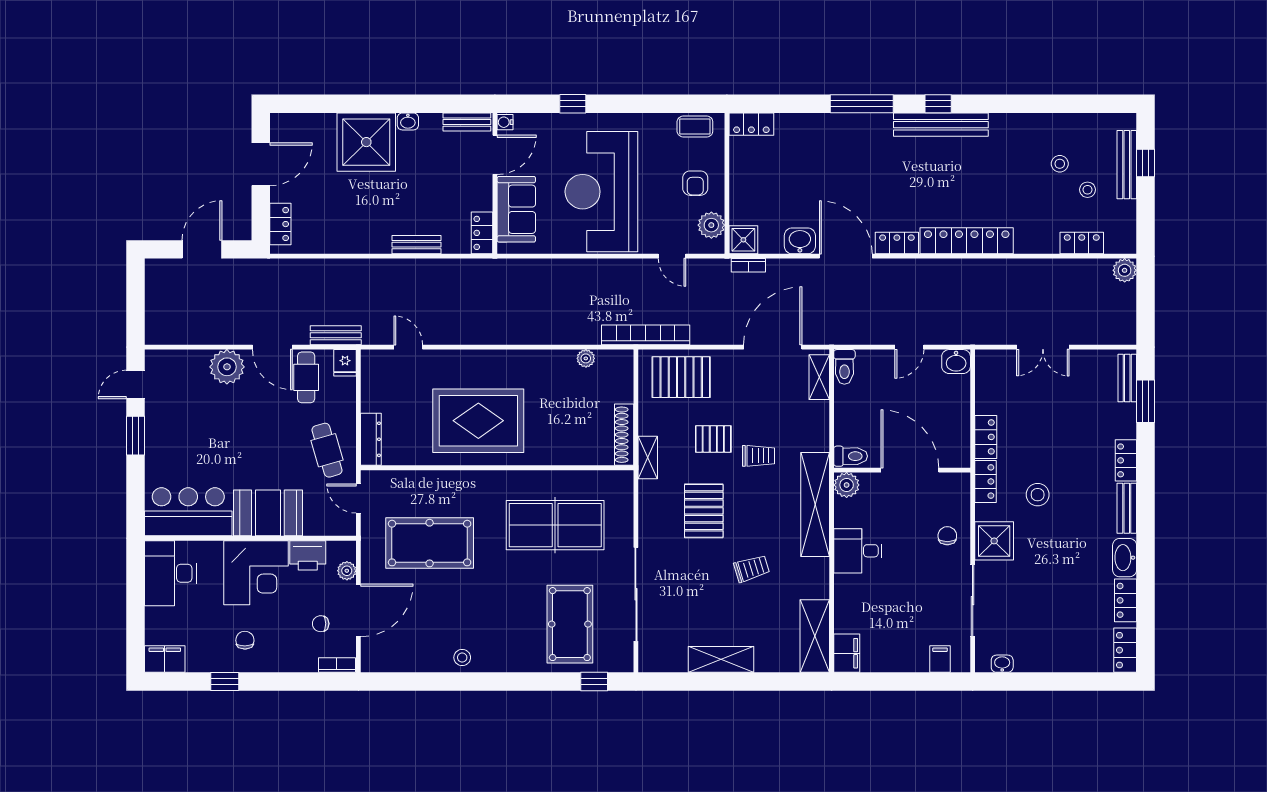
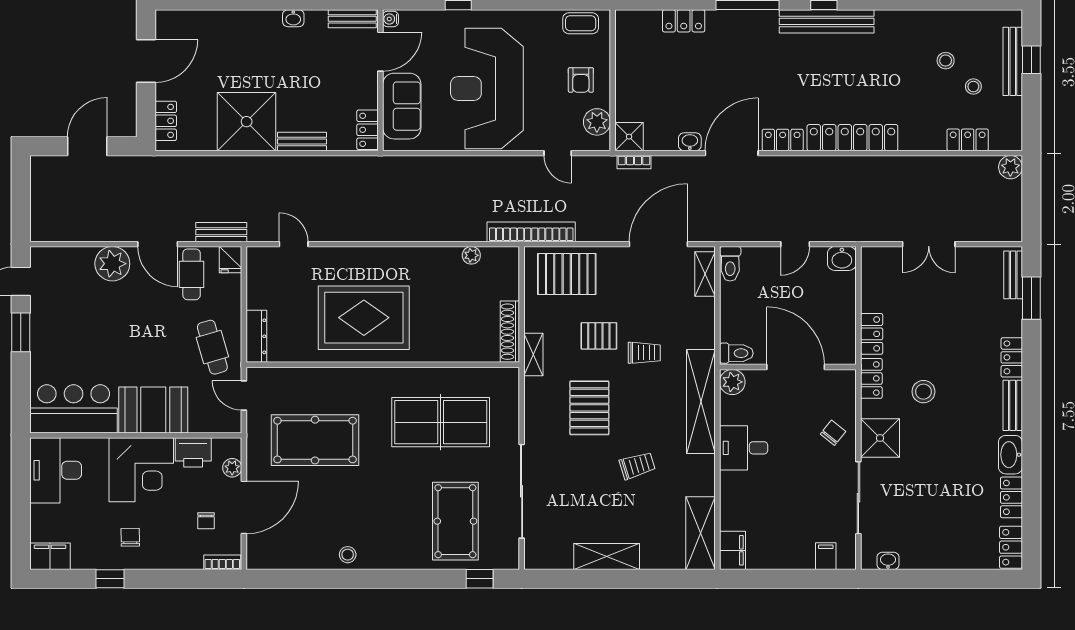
locker: (751, 124) -> (684, 21), moved
shower: (366, 142) -> (247, 122), moved
washbasin: (800, 241) -> (690, 142), width x0.72, depth x0.69
door: (846, 256) -> (732, 153), hinge flipped
chair: (947, 536) -> (833, 433), turned 39
chair: (321, 624) -> (206, 521), turned -90

